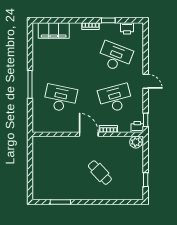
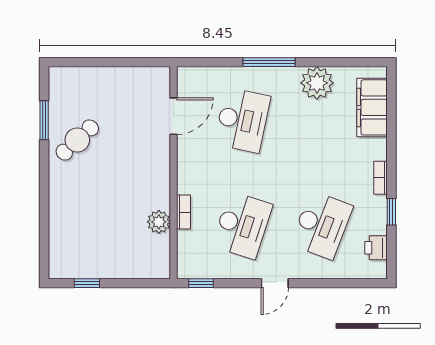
plant: (41, 59) -> (317, 83), added
desk: (115, 98) -> (242, 225), turned 33
printer: (137, 127) -> (187, 267), removed
door: (89, 134) -> (174, 116), moved
plant: (136, 142) -> (159, 222), moved
cafe table: (100, 173) -> (77, 140), moved

